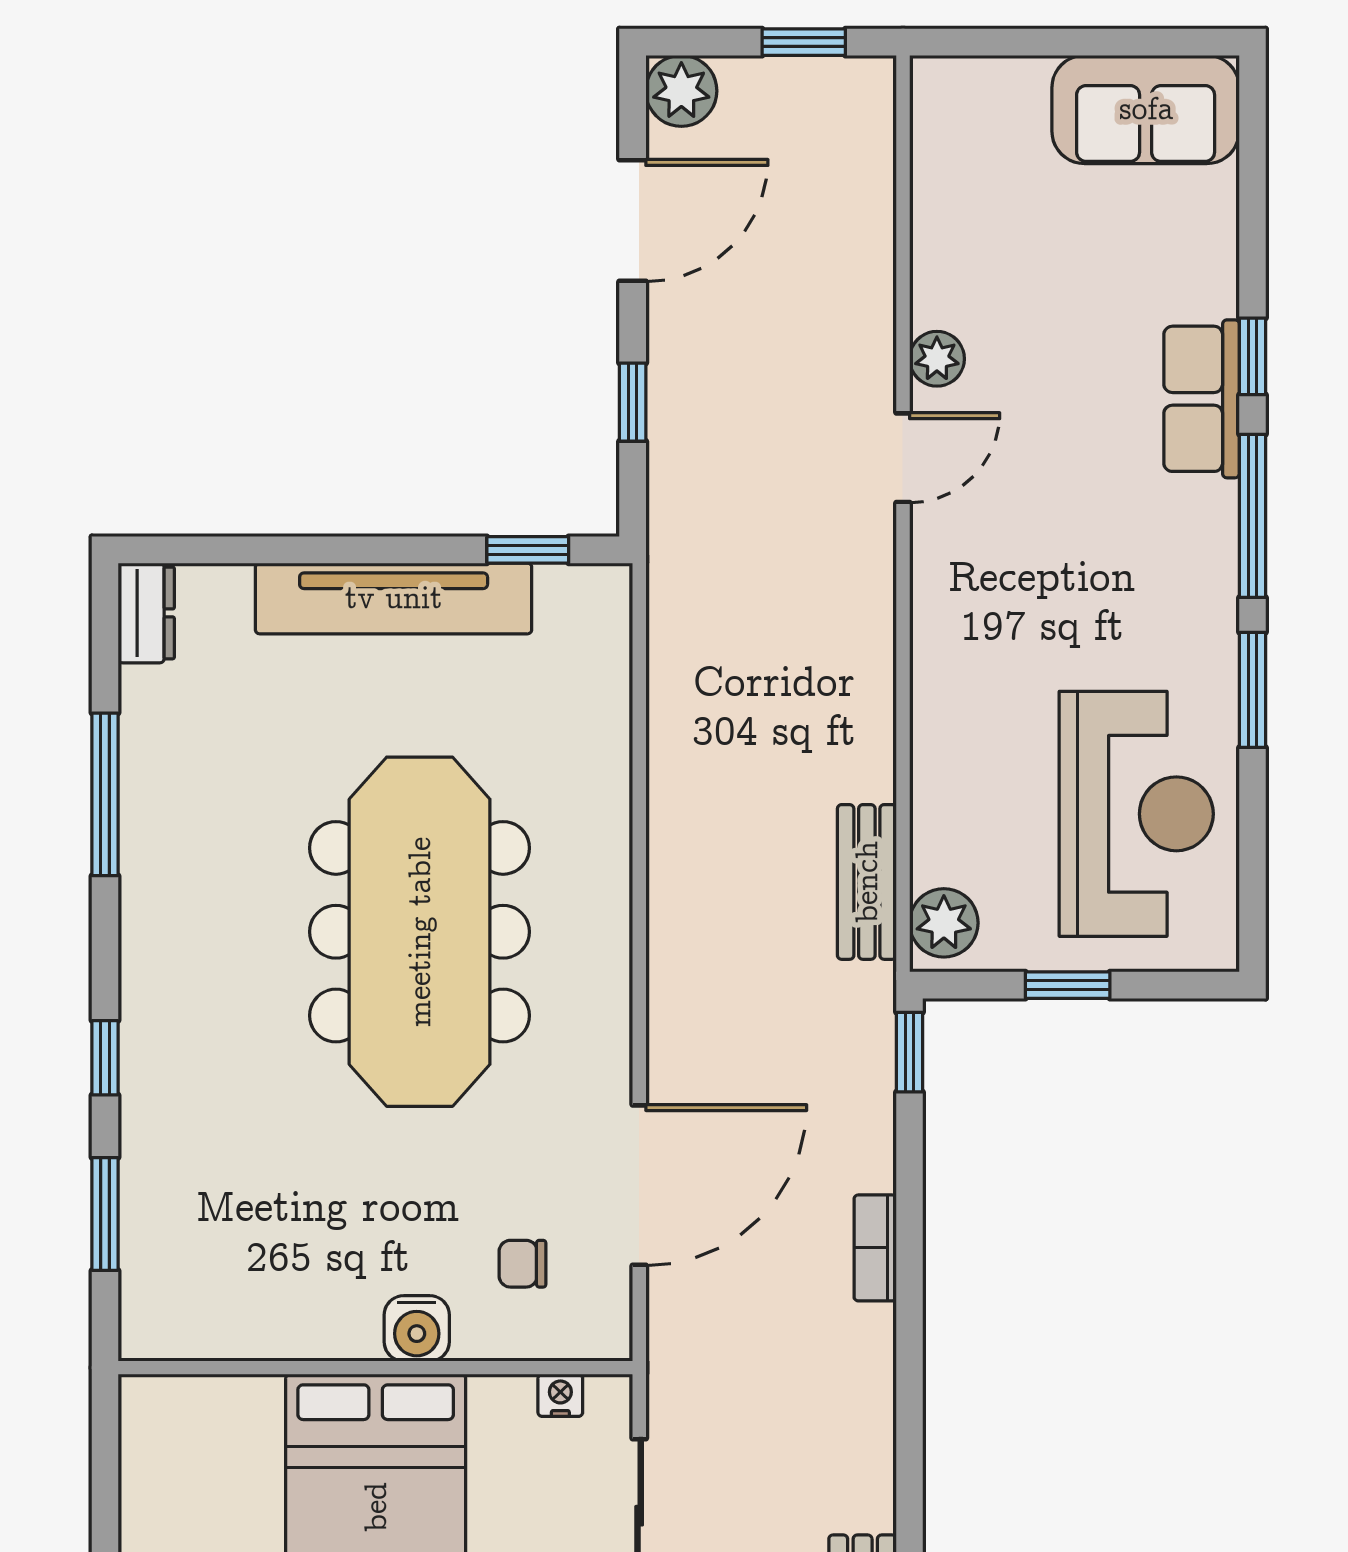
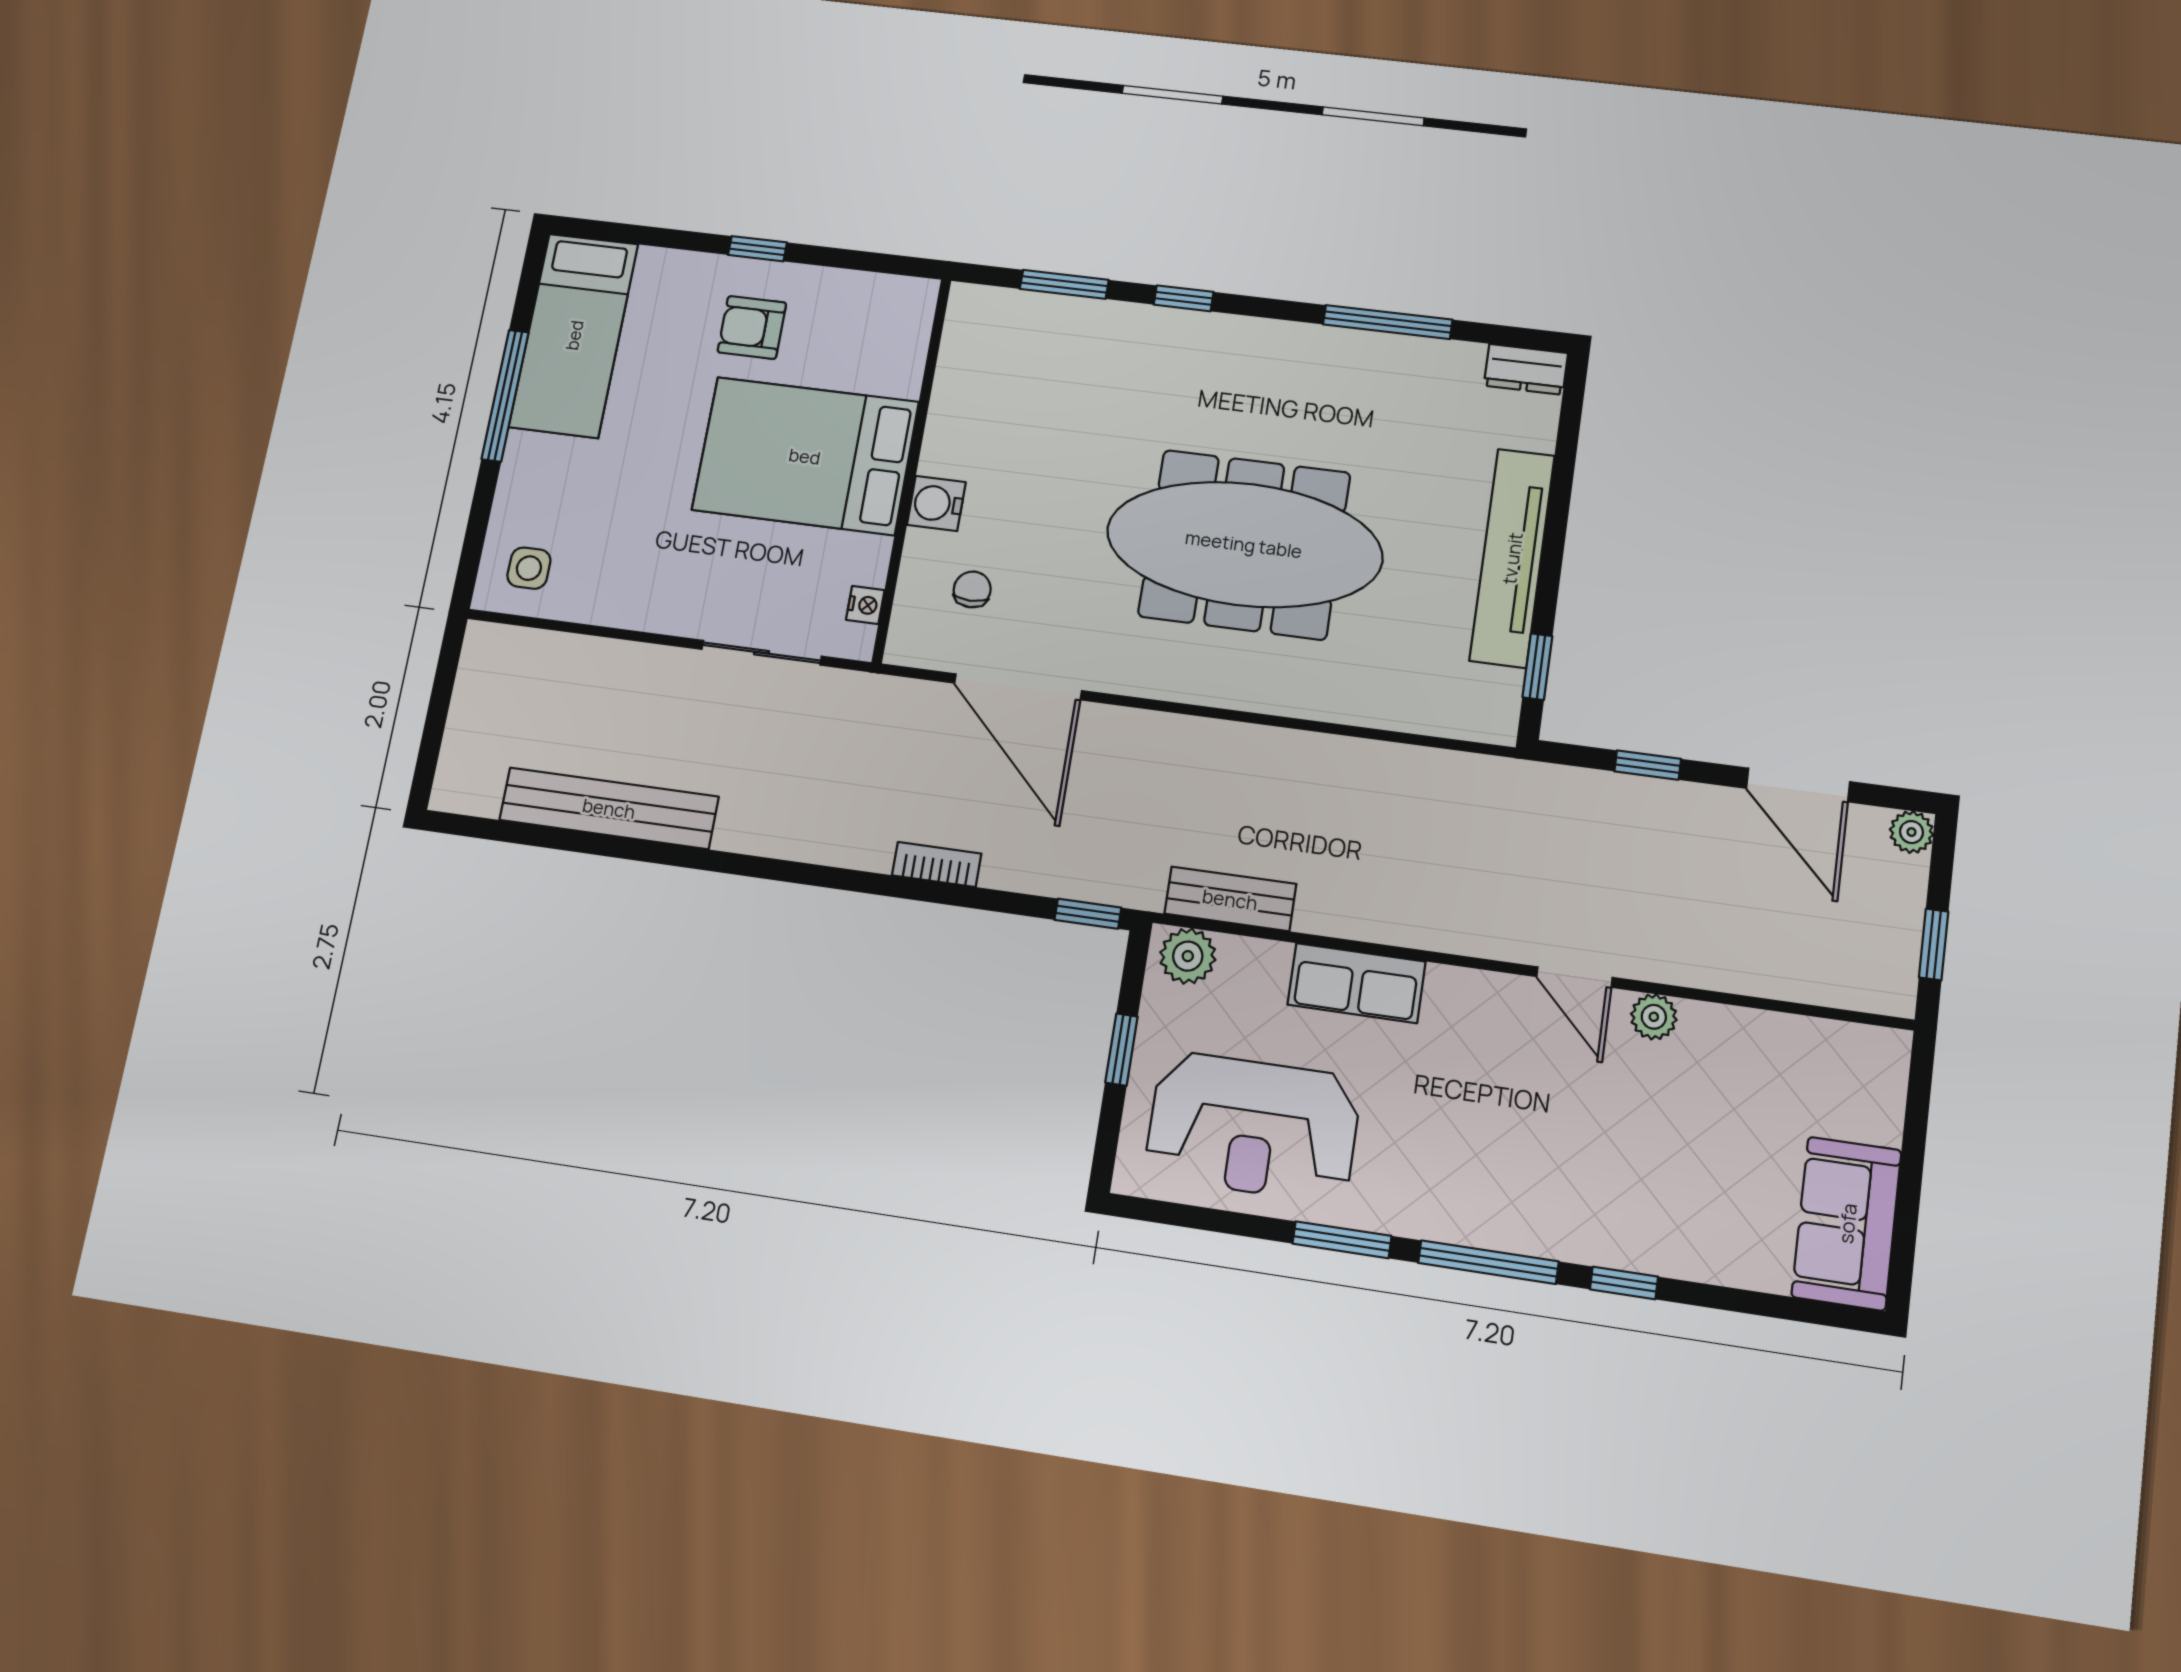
plant: (681, 91) -> (1912, 832), width x0.73, depth x0.73
row of seats: (1202, 399) -> (1356, 983), moved, turned 180

